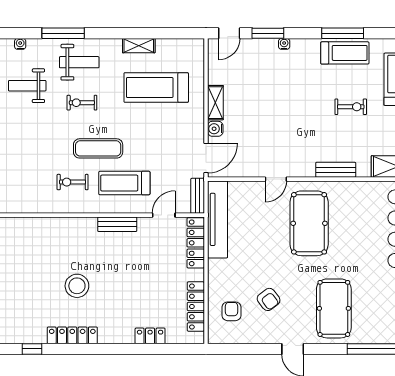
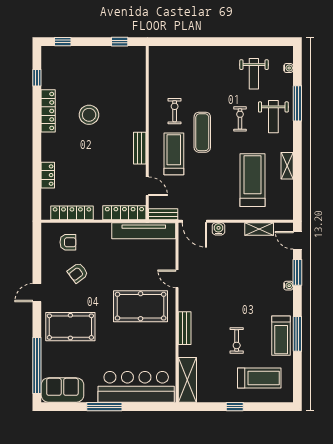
weight bench: (27, 86) -> (254, 74), turned 180
shelving: (215, 103) -> (259, 229), moved

